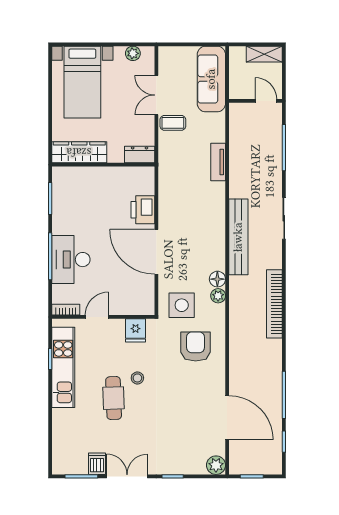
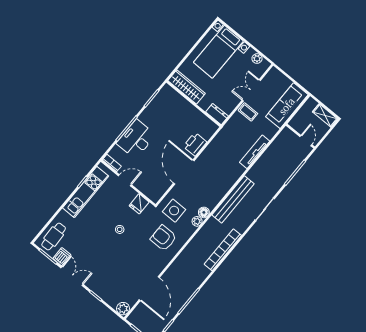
tv unit: (218, 162) -> (255, 152), width x1.41
armchair: (196, 346) -> (163, 238), turned -90
cafe table: (114, 398) -> (54, 237), moved

